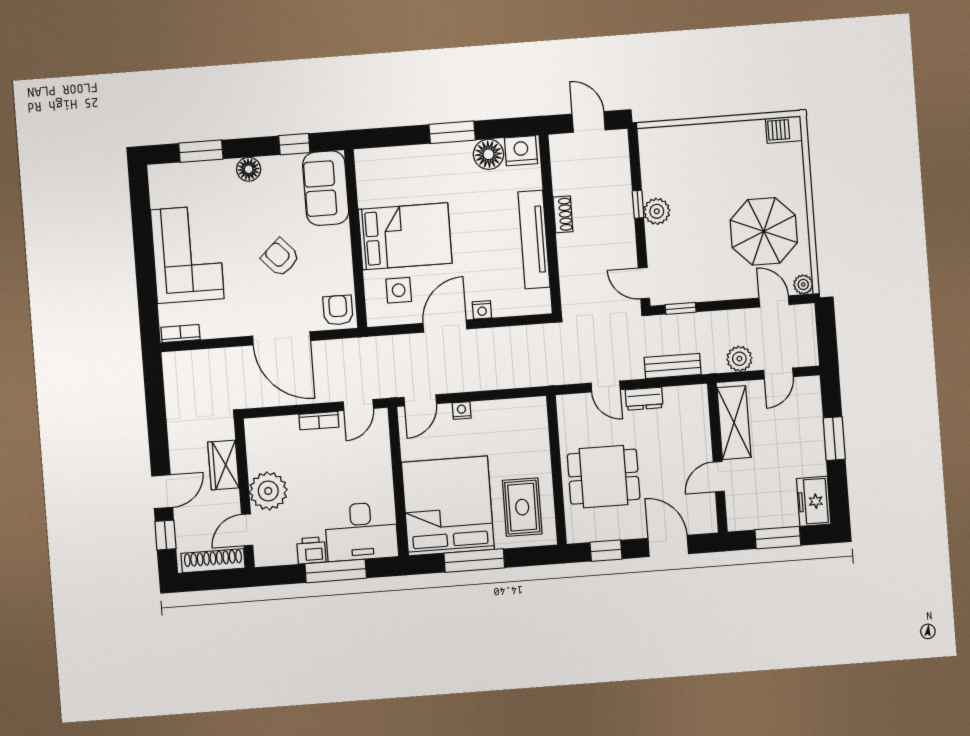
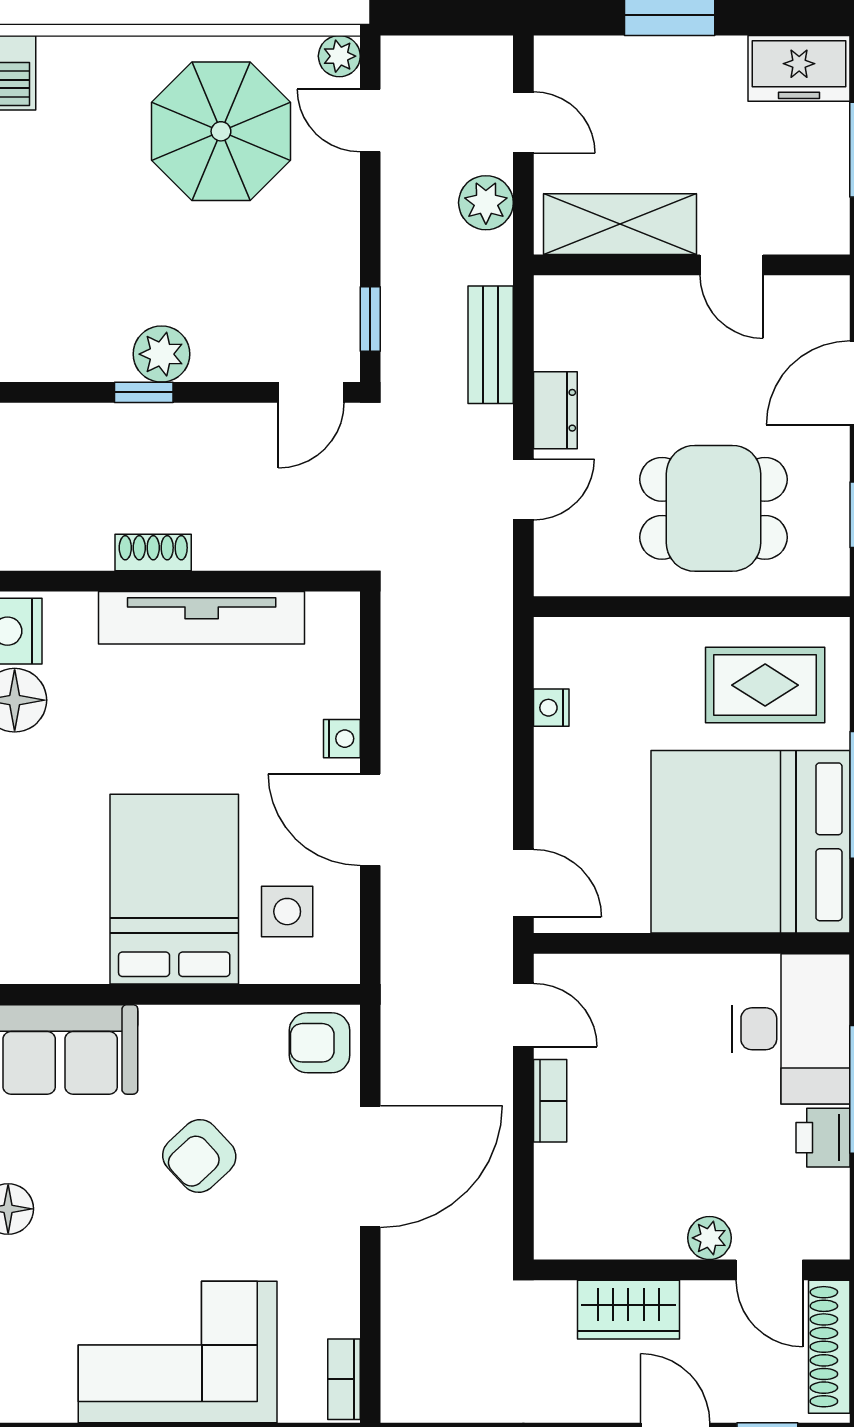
door: (774, 301) -> (370, 121), hinge flipped
nightstand: (462, 411) -> (551, 708), moved
dining table: (604, 477) -> (713, 508), turned 90
plant: (268, 491) -> (709, 1238), width x0.53, depth x0.53

